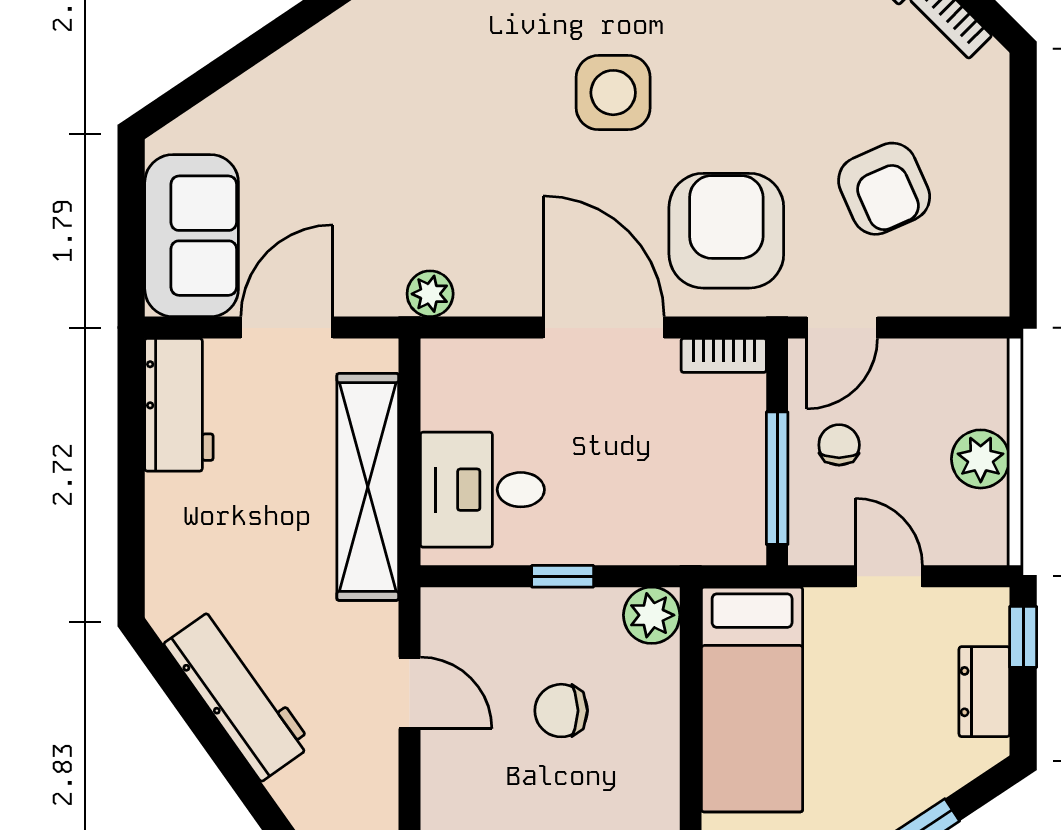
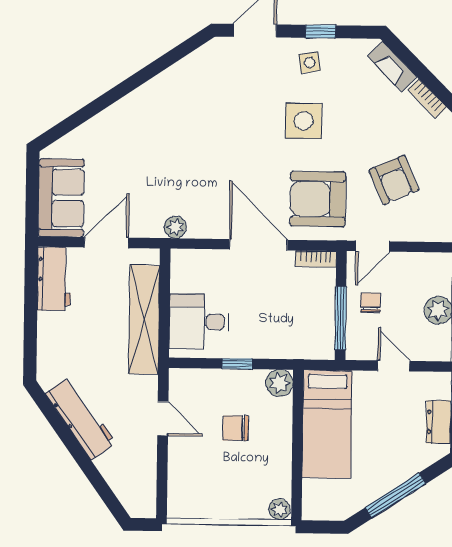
side table: (613, 93) -> (304, 121), moved
armchair: (726, 231) -> (318, 199), turned -90

